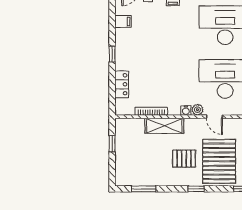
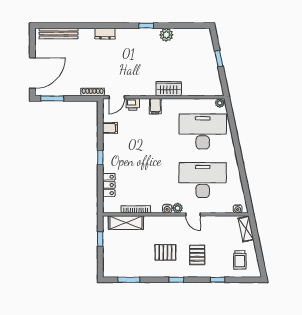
shelving: (164, 126) -> (126, 223), moved
pallet: (219, 161) -> (197, 255), width x0.49, depth x0.50

